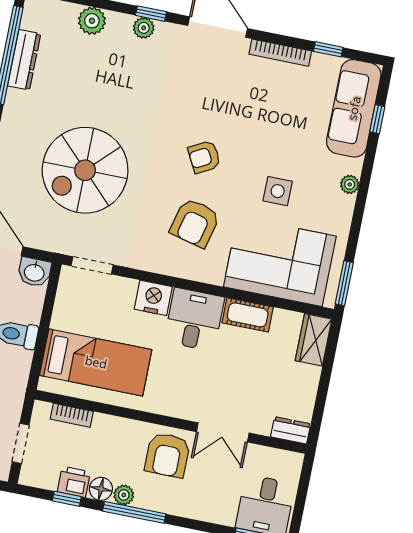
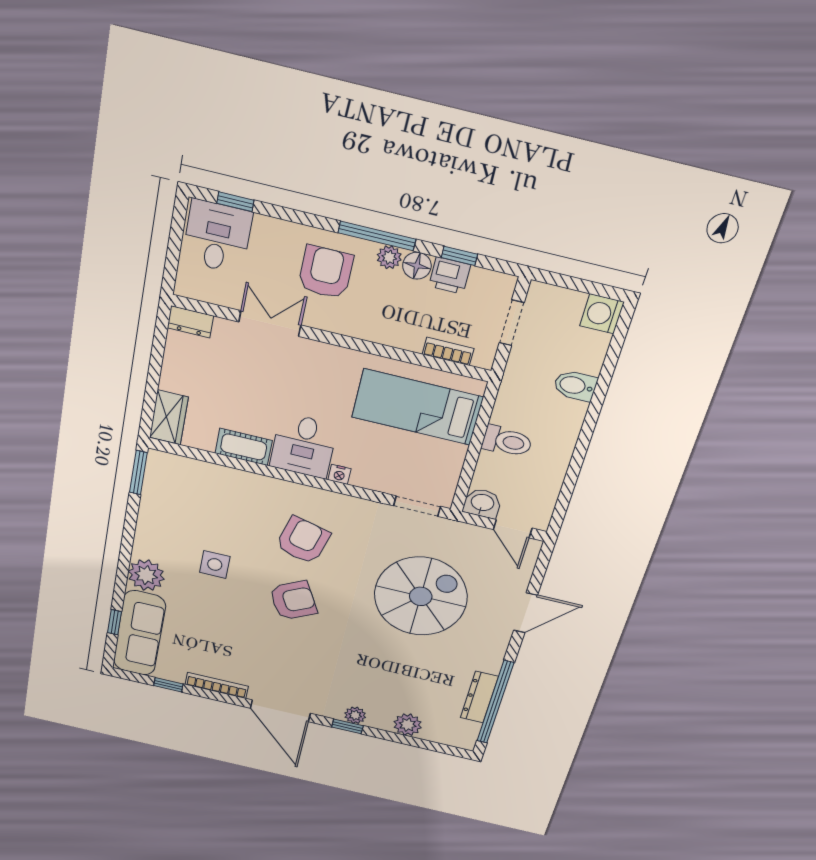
armchair: (204, 157) -> (293, 600), width x1.38, depth x1.38
plant: (350, 184) -> (146, 575), width x1.88, depth x1.88
corner sofa: (280, 261) -> (210, 498), removed
nightstand: (153, 298) -> (339, 474), width x0.53, depth x0.56
armchair: (167, 455) -> (326, 272), moved

